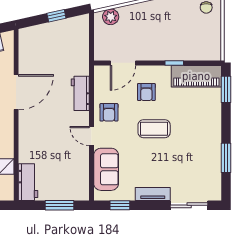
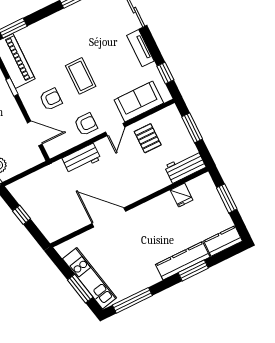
pallet: (70, 161) -> (148, 138), added

